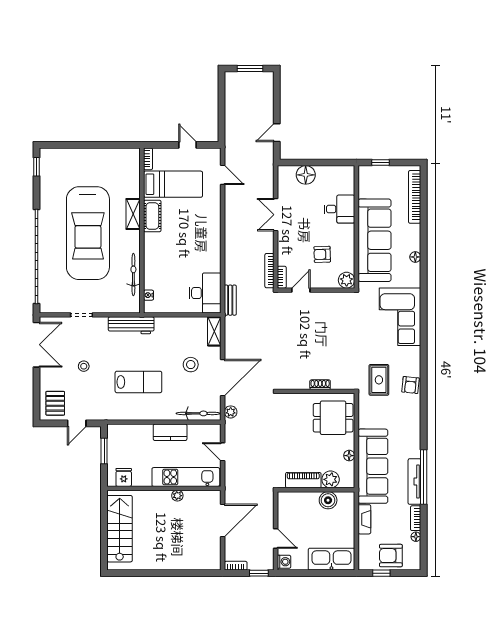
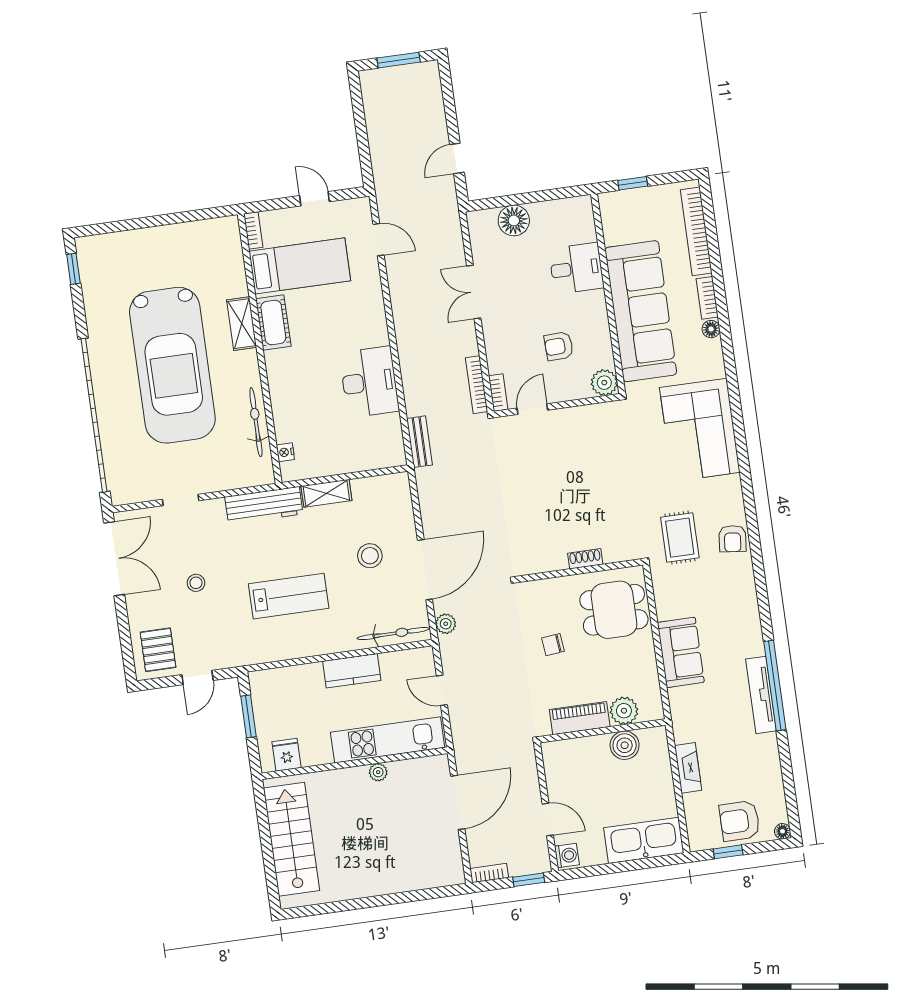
desk: (205, 293) -> (369, 382), moved
shelving: (214, 331) -> (326, 493), moved, turned 90
chair: (293, 434) -> (553, 645), added
floor lamp: (349, 456) -> (649, 668), removed
sofa: (373, 466) -> (681, 652), width x0.54, depth x0.79
bookcase: (416, 518) -> (707, 298), moved
floor lamp: (416, 537) -> (783, 831), moved

